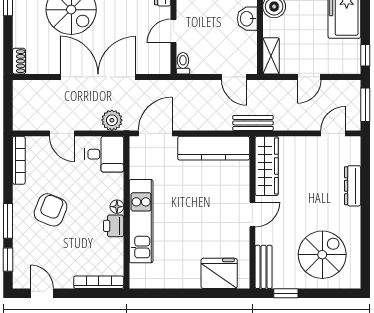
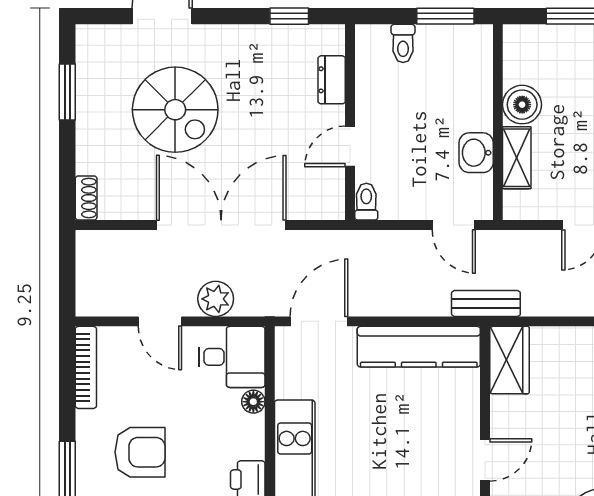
washbasin: (247, 19) -> (476, 153), moved
shelving: (271, 56) -> (517, 158), moved
plant: (112, 120) -> (216, 299), moved
wardrobe: (267, 166) -> (509, 360), width x0.67
floor lamp: (117, 207) -> (253, 402), moved
armchair: (51, 210) -> (140, 452), turned 68

